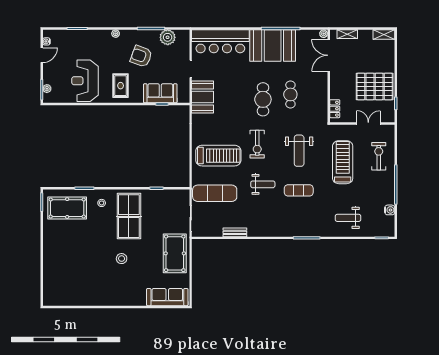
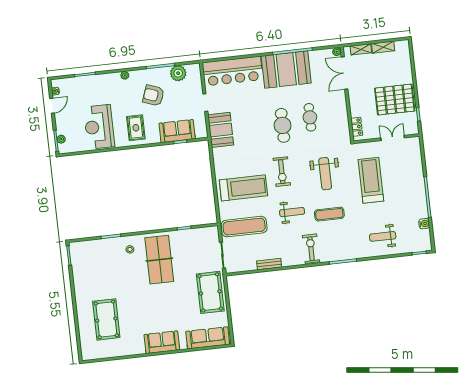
shelving: (384, 34) -> (383, 47), moved
exercise bike: (379, 156) -> (311, 249), moved
pool table: (67, 208) -> (106, 319), moved, turned 90
stool: (122, 259) -> (157, 304), removed
sofa: (122, 296) -> (162, 342), added

